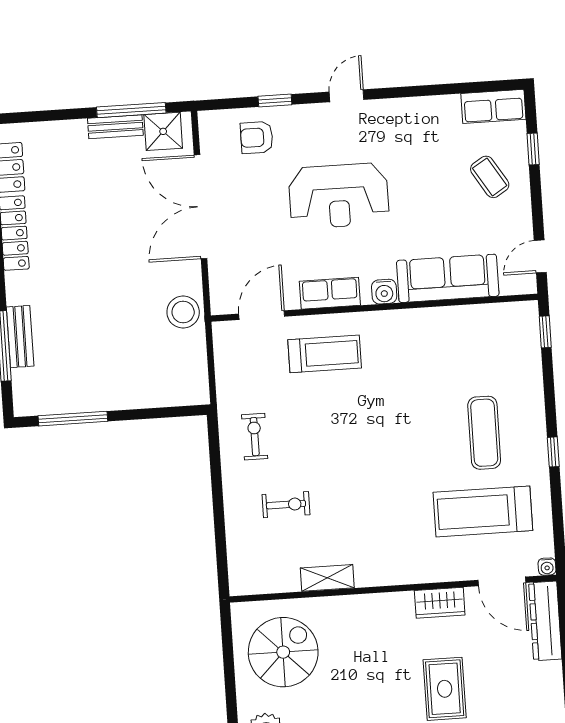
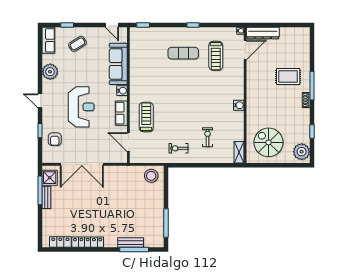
plant: (418, 115) -> (50, 72), added
stool: (183, 312) -> (151, 176), moved
treadmill: (483, 511) -> (216, 56), width x0.73, depth x0.73
water cooler: (368, 575) -> (239, 105), added
shelving: (327, 578) -> (239, 152), moved
wardrobe: (440, 603) -> (252, 76), removed

